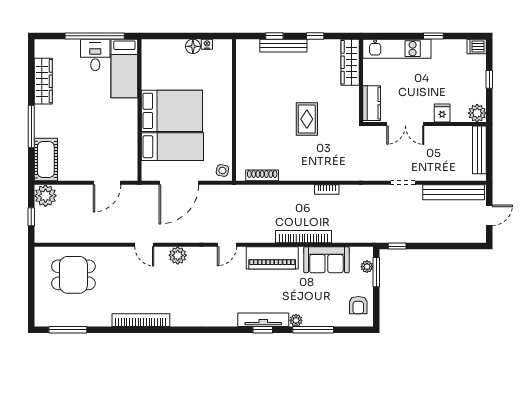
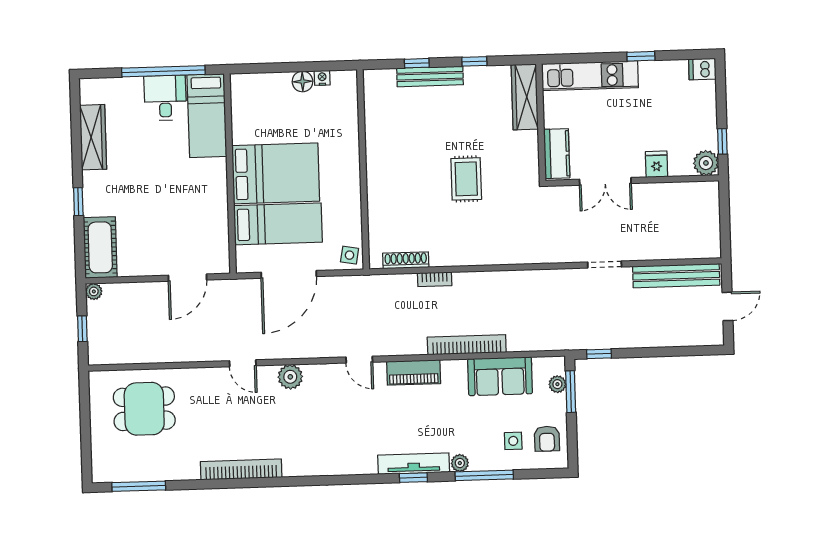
window: (489, 79) -> (722, 141), moved
window: (31, 127) -> (78, 202), width x0.46
bench: (479, 150) -> (711, 215), removed
bookcase: (327, 190) -> (435, 279), moved
plant: (45, 196) -> (94, 291), width x0.53, depth x0.53
door: (227, 245) -> (359, 360), hinge flipped
piano: (272, 258) -> (414, 372), width x0.73, depth x0.75
side table: (334, 306) -> (513, 441), added

